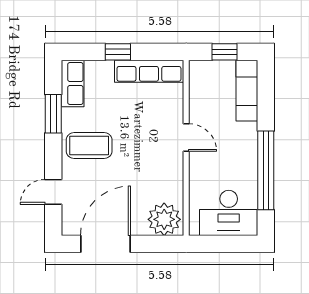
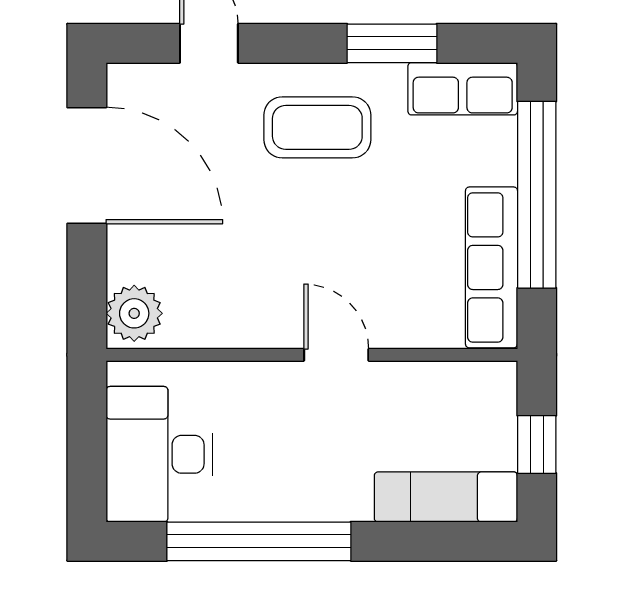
window: (118, 52) -> (537, 195), width x3.17
door: (186, 137) -> (336, 355), swing flipped
coffee table: (89, 146) -> (317, 127), turned 90
plant: (164, 219) -> (134, 313), width x0.73, depth x0.73

